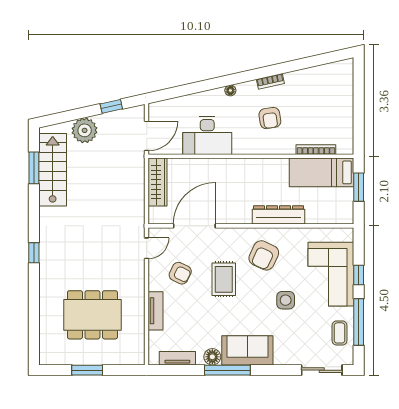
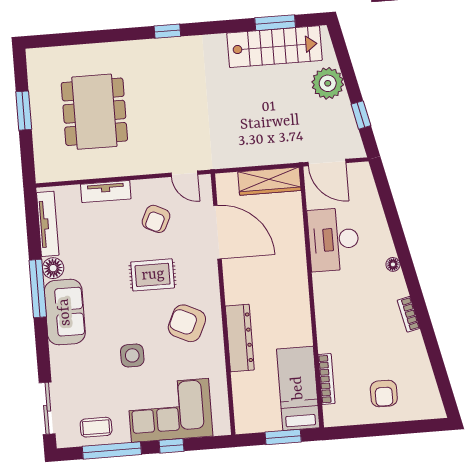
armchair: (270, 118) -> (384, 394), moved, turned -81
tv unit: (177, 358) -> (48, 224), width x1.41

